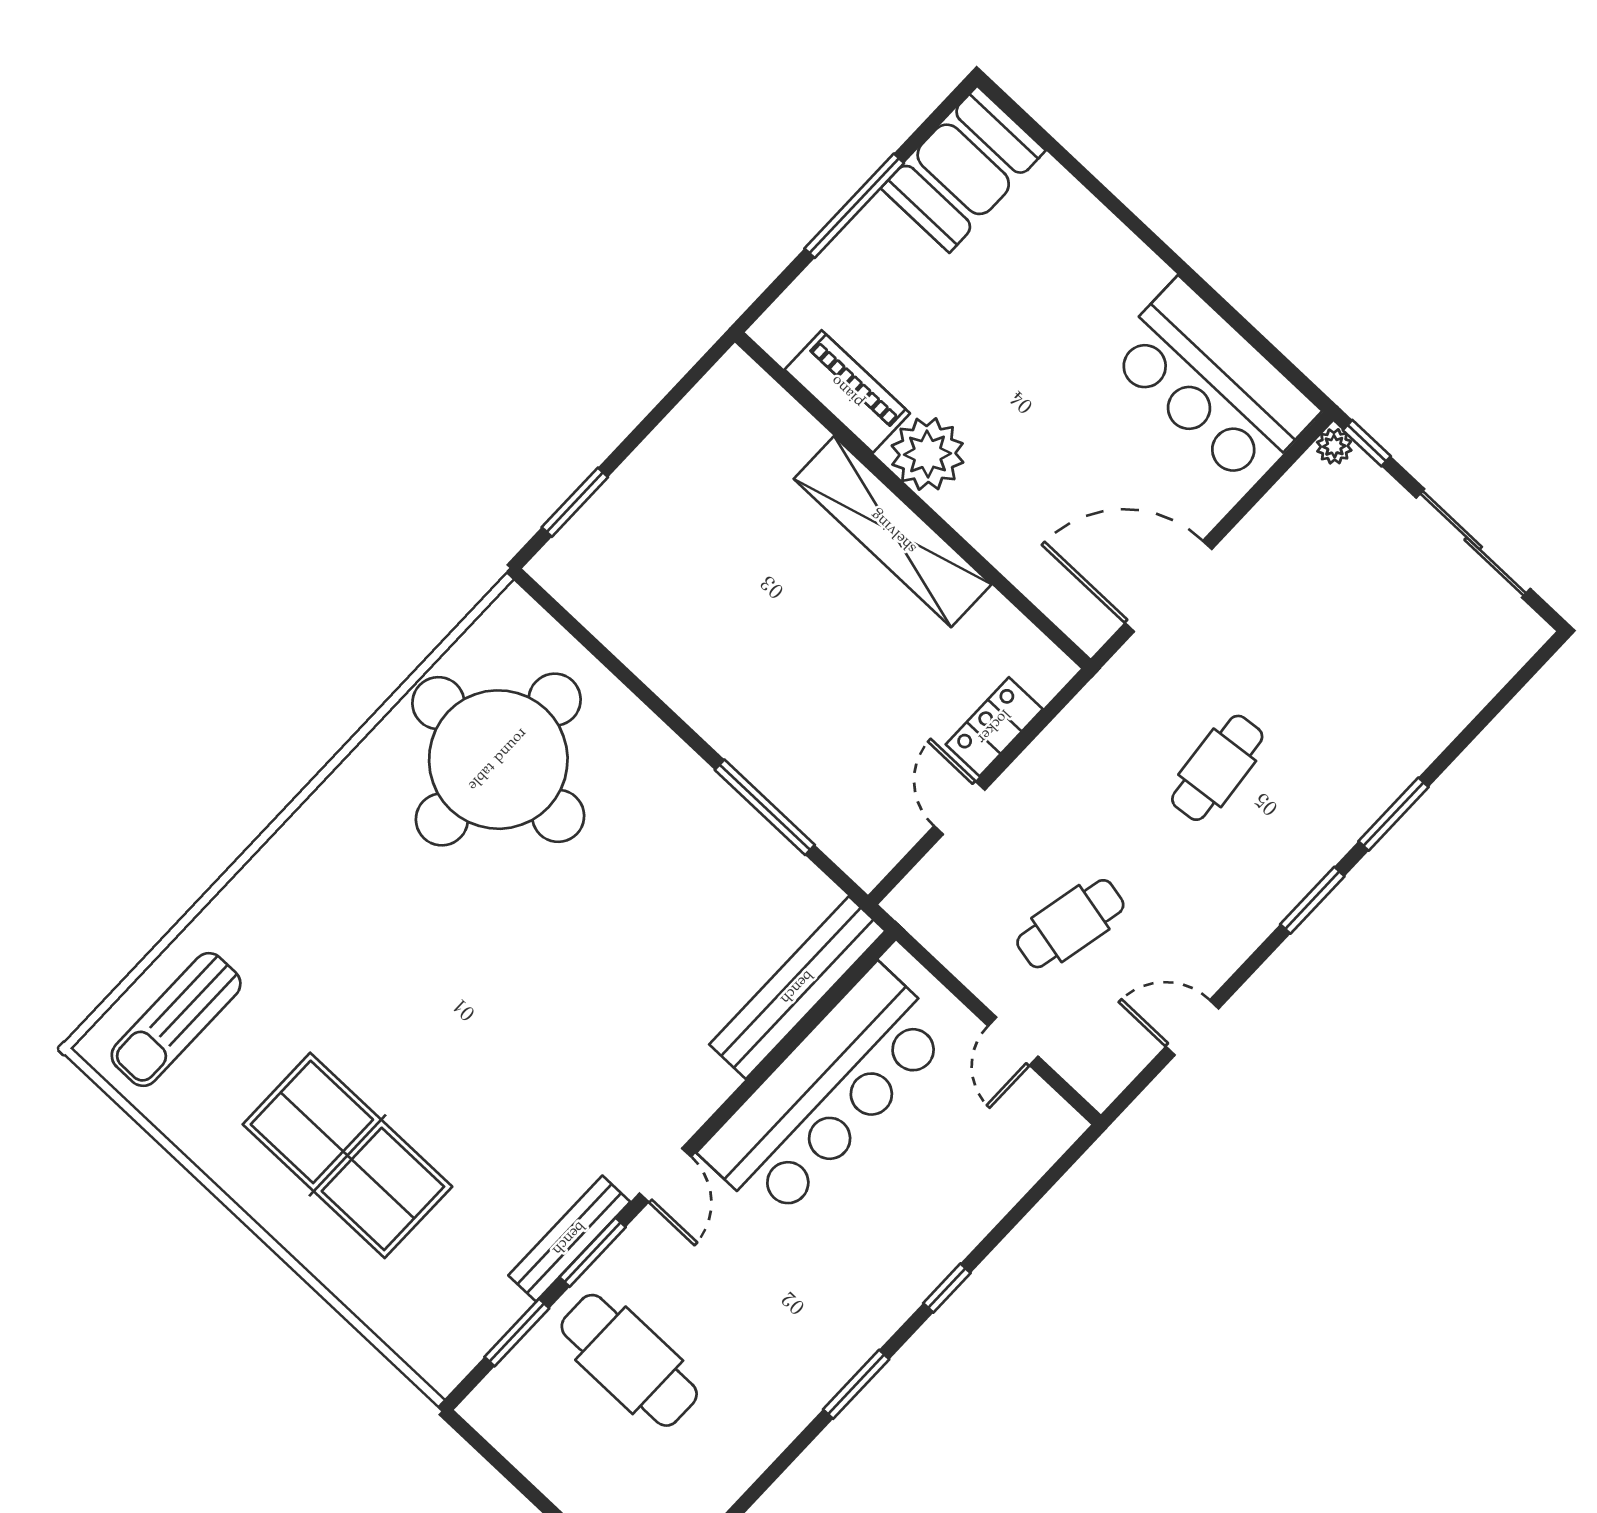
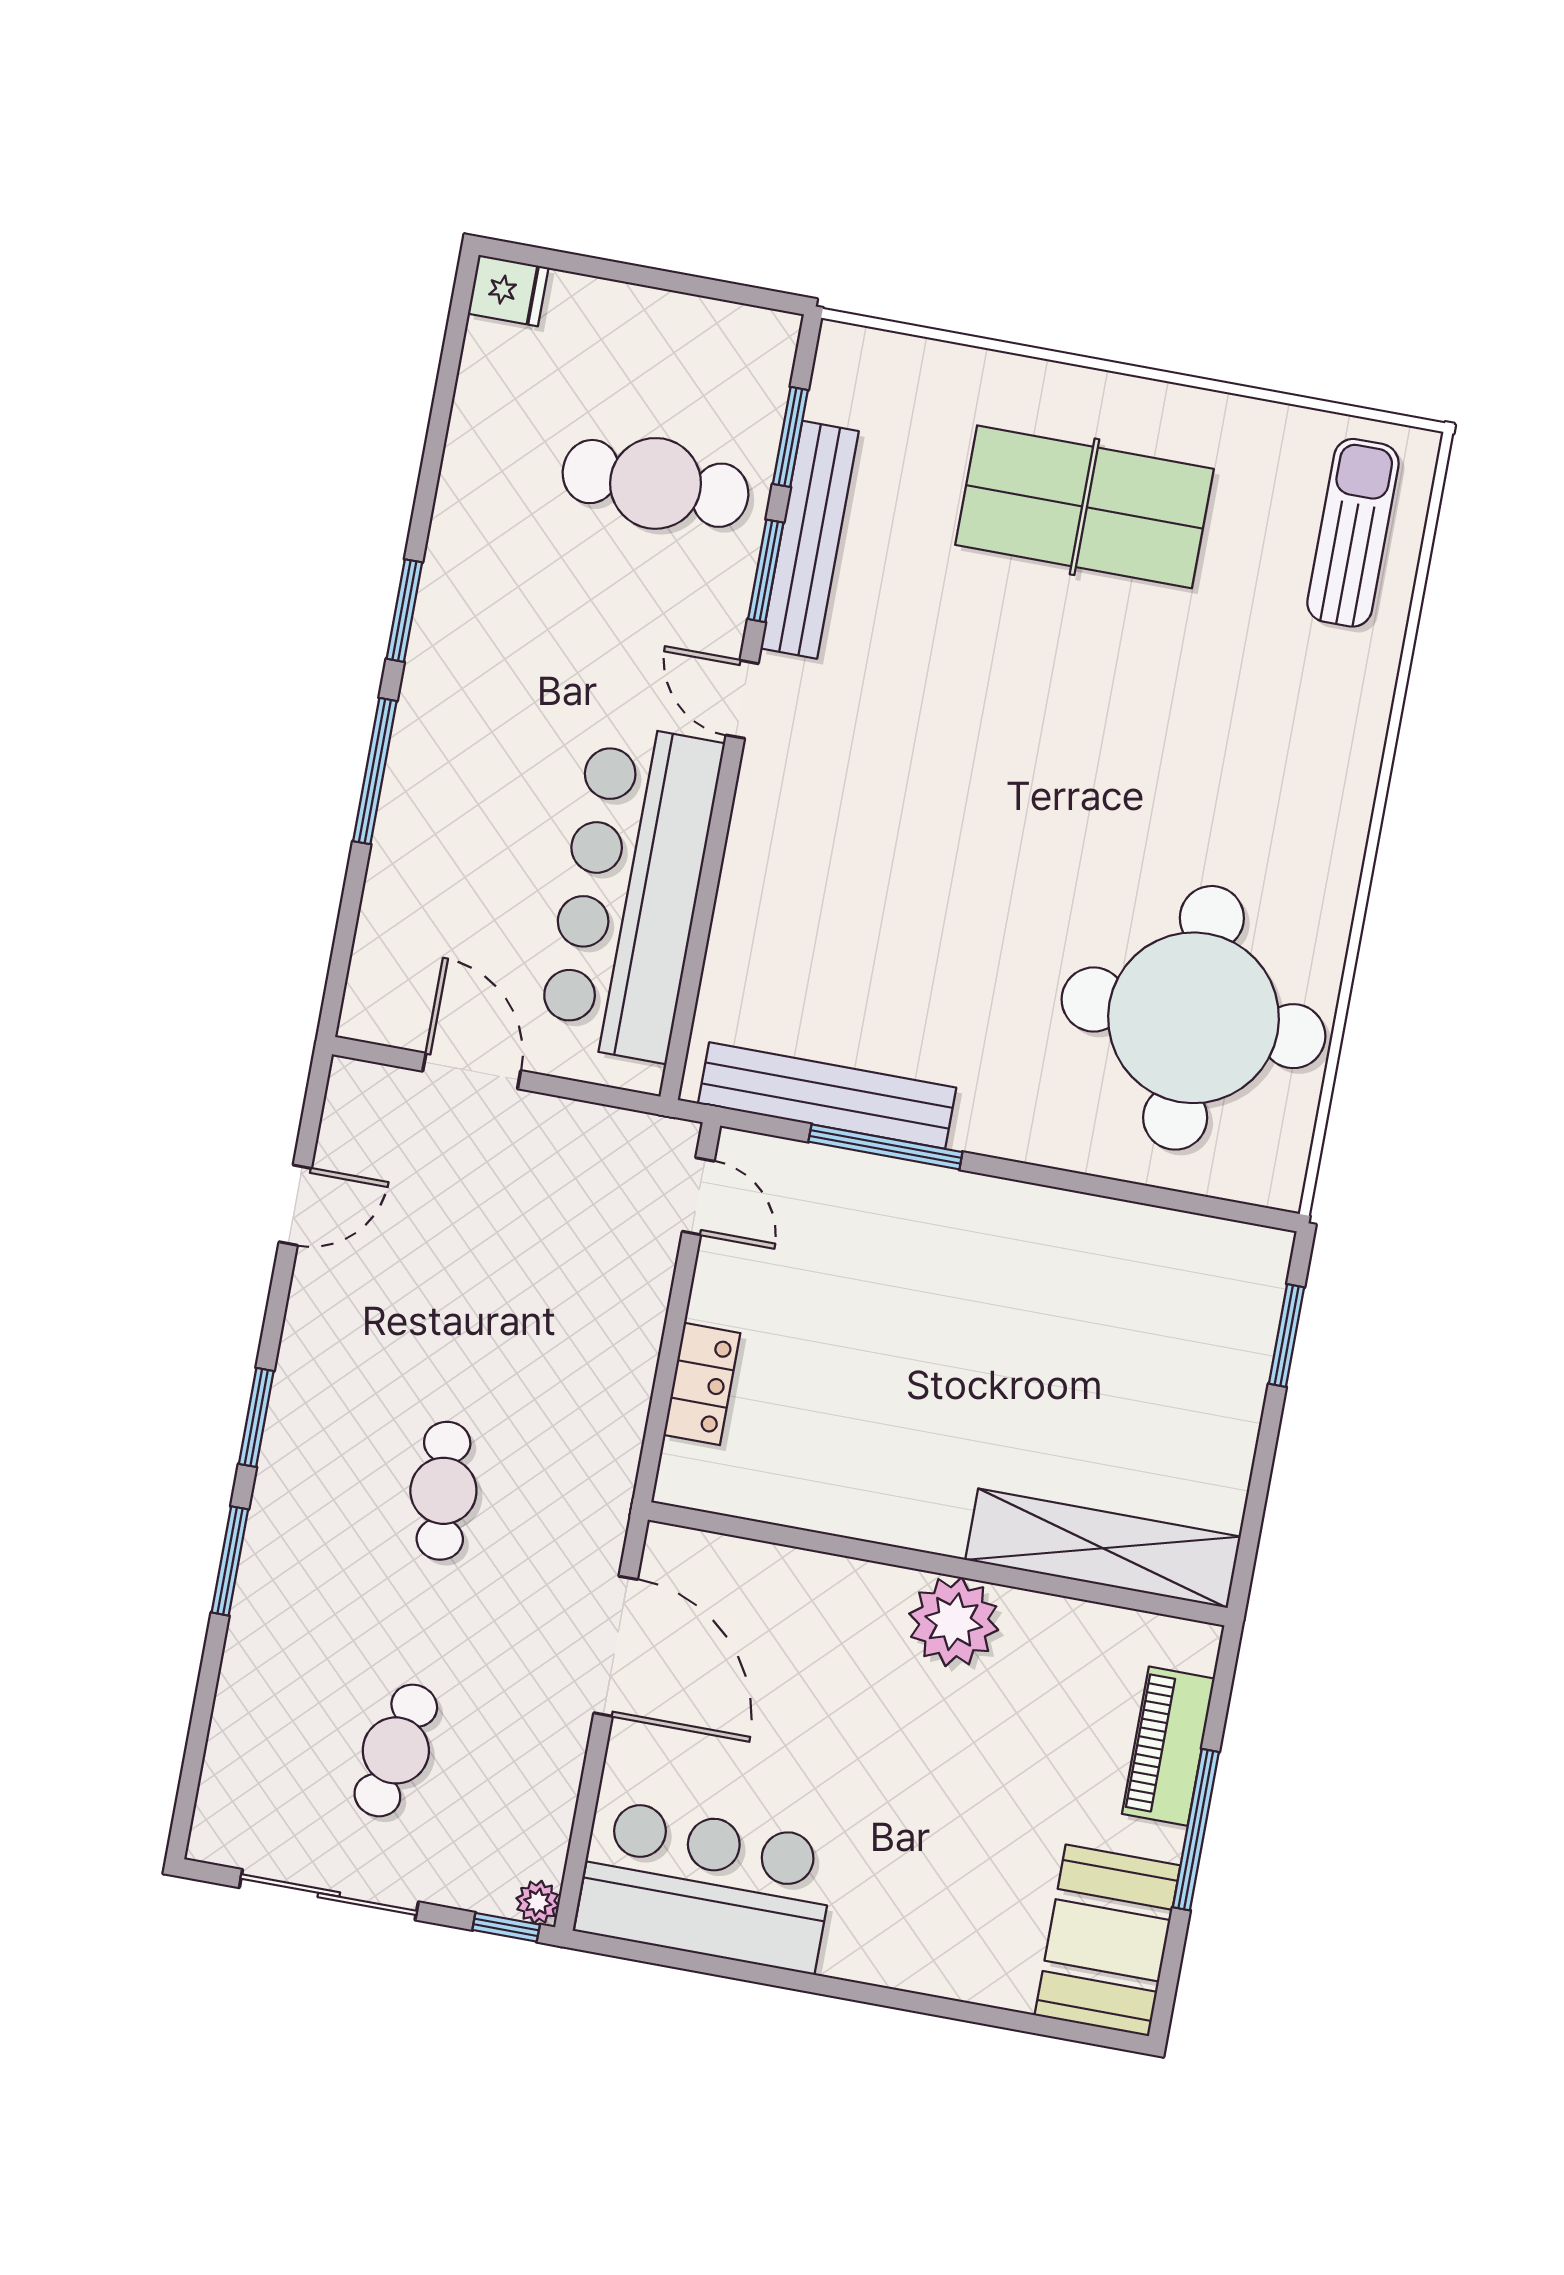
piano: (847, 392) -> (1168, 1746), moved, turned 90
shelving: (893, 532) -> (1103, 1548), moved
door: (1168, 586) -> (616, 1646), hinge flipped
door: (959, 808) -> (698, 1196), moved
cafe table: (1070, 924) -> (396, 1750), moved
bench: (797, 988) -> (827, 1096), moved, turned 90
door: (1013, 1041) -> (472, 1071), width x1.38
bench: (569, 1239) -> (810, 540), width x1.37, depth x1.21
window: (947, 1288) -> (375, 771), width x2.17

